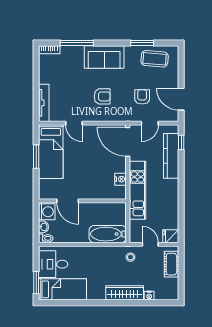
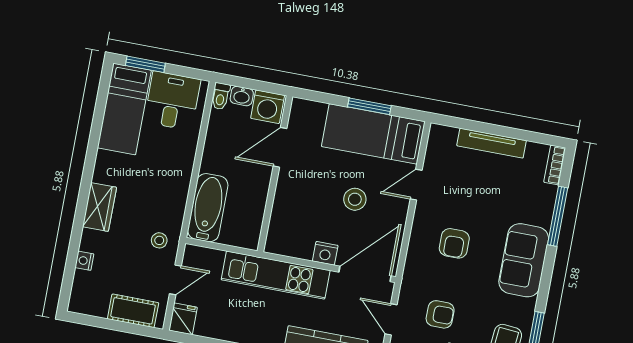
tv unit: (44, 103) -> (492, 143), moved
stool: (88, 155) -> (355, 199), added
nightstand: (121, 179) -> (325, 253), moved
wardrobe: (125, 293) -> (100, 207), width x0.67

